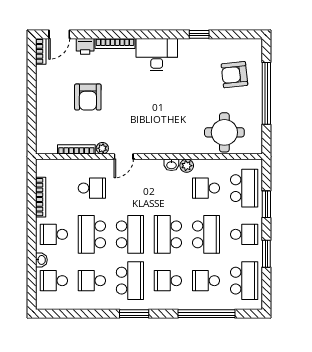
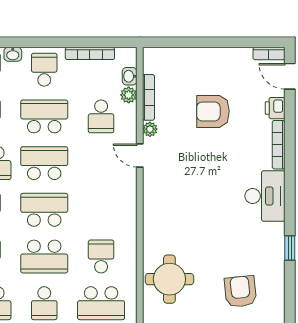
washbasin: (171, 165) -> (130, 76), moved
plant: (187, 166) -> (129, 95), moved
school desk: (130, 234) -> (44, 163), turned 180

